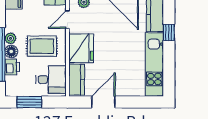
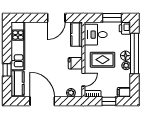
fridge: (81, 48) -> (75, 63), width x0.53, depth x0.75
printer: (12, 67) -> (125, 28), moved

